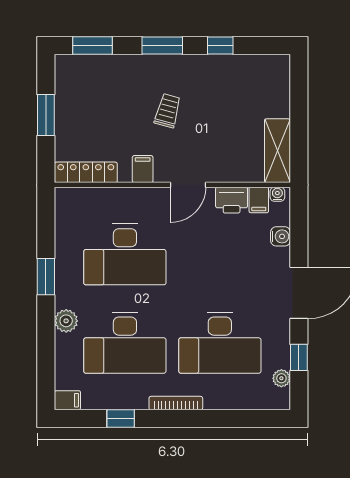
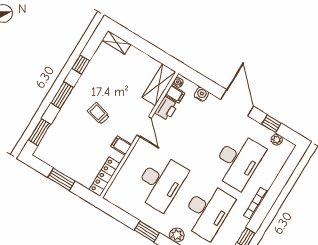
shelving: (281, 76) -> (116, 42), added
shelving: (277, 151) -> (159, 85), moved, turned 90

